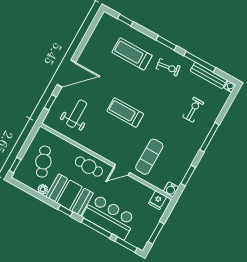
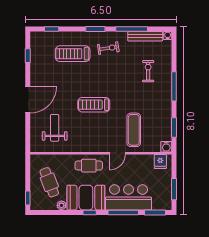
window: (50, 102) -> (28, 56), moved

